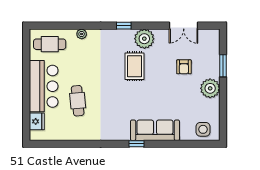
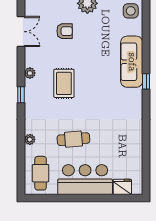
plant: (144, 39) -> (30, 73), width x0.53, depth x0.53
rug: (135, 66) -> (64, 83), turned 90
cafe table: (78, 101) -> (73, 139), moved

